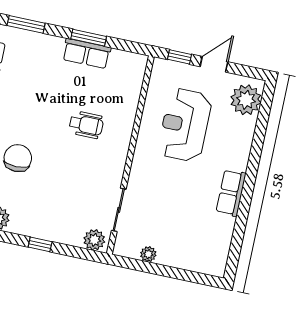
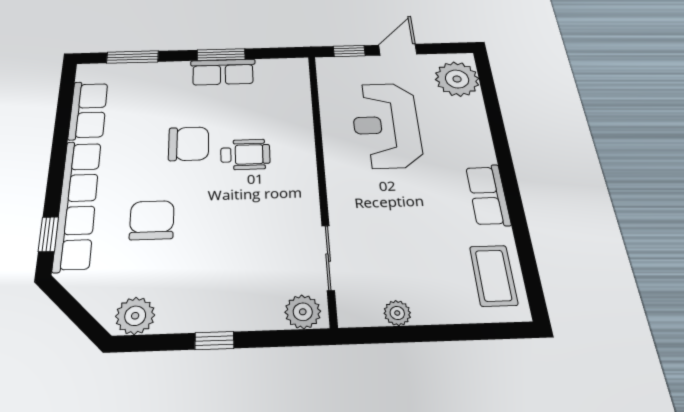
chair: (51, 107) -> (189, 144), added
coffee table: (213, 246) -> (493, 275), added

